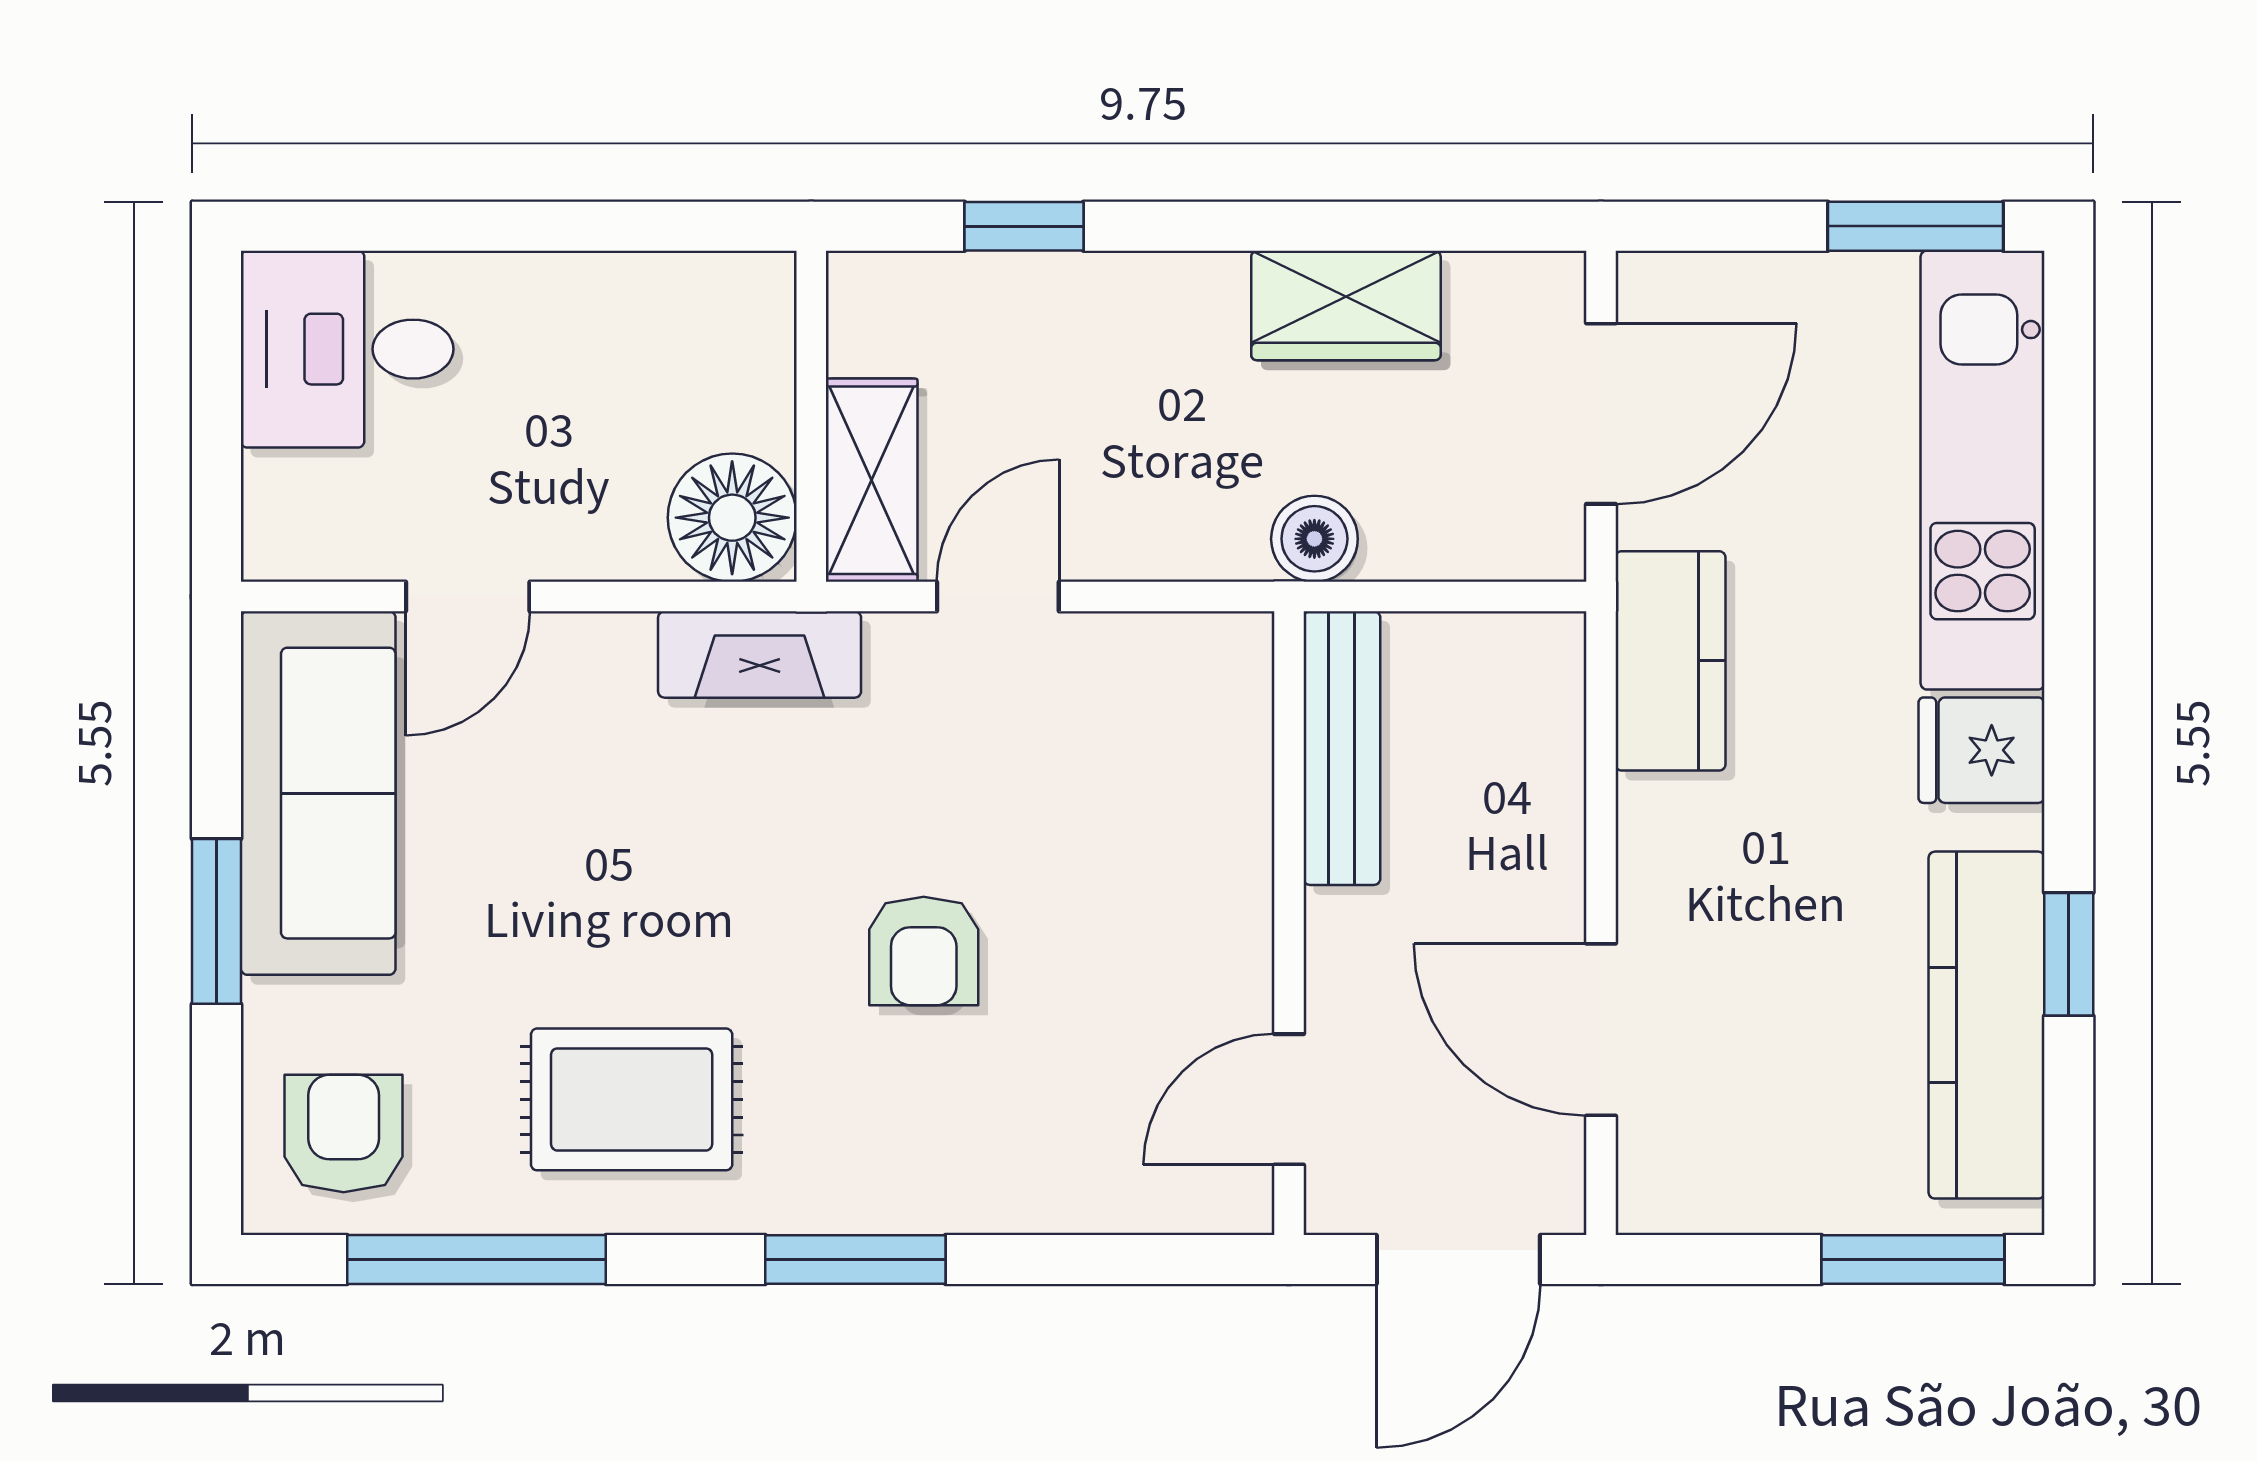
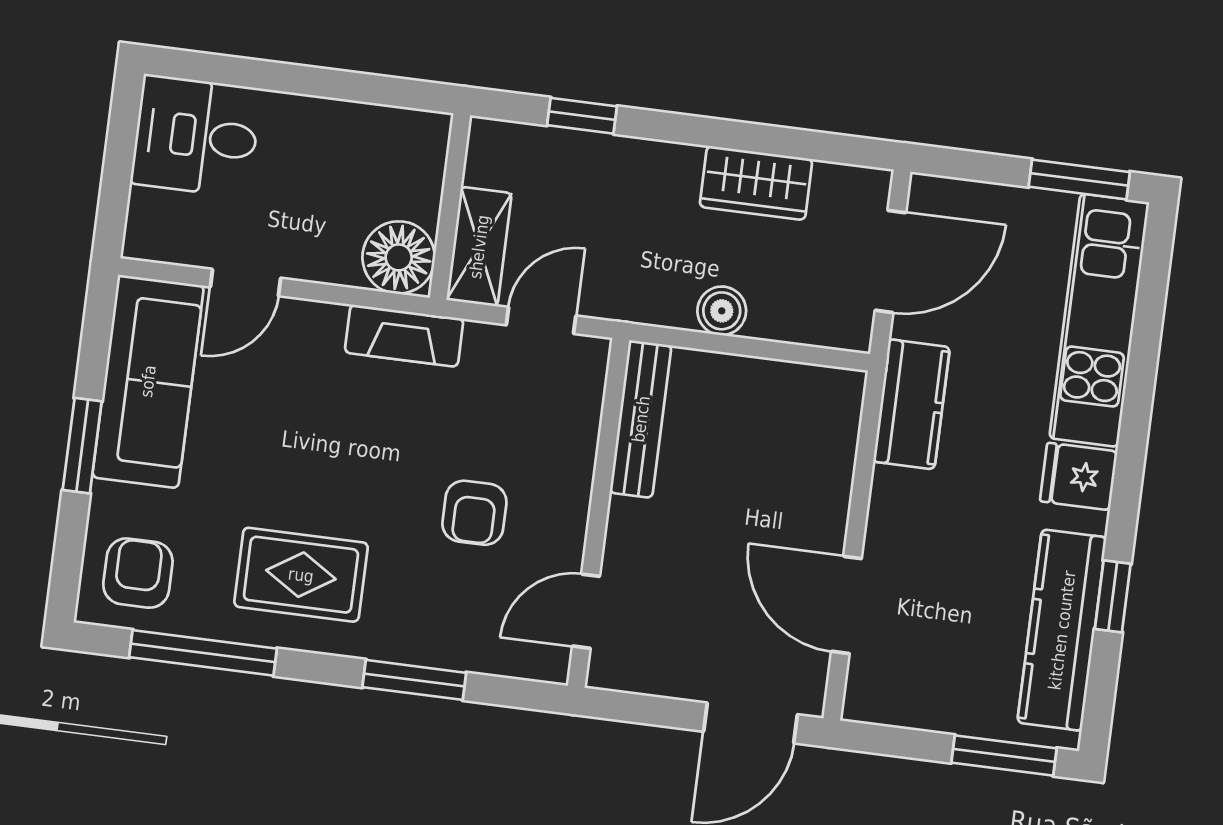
bench: (1342, 748) -> (641, 419), moved
wall: (1289, 923) -> (599, 513), moved
door: (1289, 1099) -> (586, 611), moved

